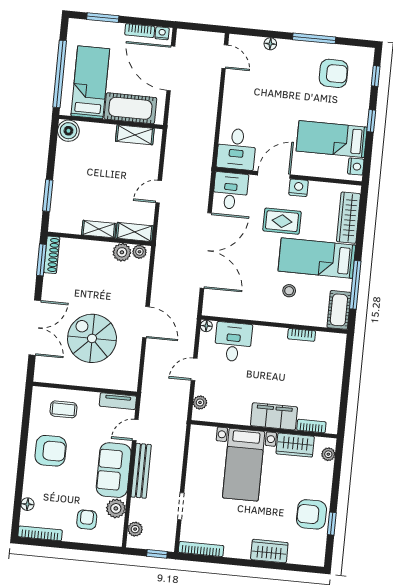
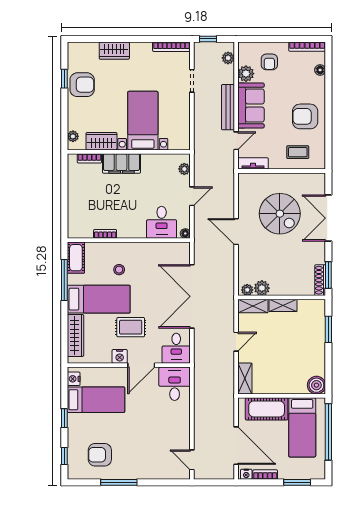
floor lamp: (270, 44) -> (155, 474), removed
shelving: (135, 135) -> (245, 379), moved, turned 90

